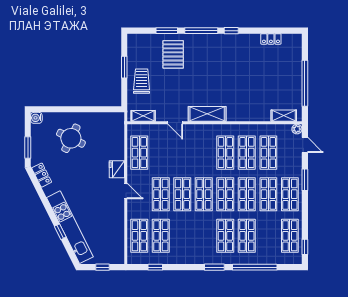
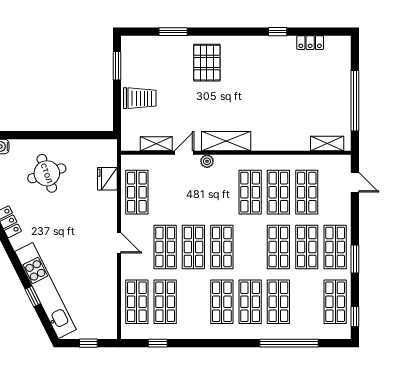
window: (201, 31) -> (218, 32), removed
window: (231, 31) -> (278, 32), moved
pallet: (173, 54) -> (207, 63), moved
window: (124, 67) -> (117, 66), moved
trolley: (142, 81) -> (140, 98), turned 90
shelving: (143, 116) -> (156, 144), moved
door: (175, 123) -> (184, 153), swing flipped
plant: (297, 129) -> (207, 161), moved
round table: (71, 138) -> (47, 173), turned 45
fridge: (117, 169) -> (107, 179), moved
window: (305, 180) -> (355, 259), moved
shop shelf: (225, 194) -> (222, 302), moved
window: (214, 267) -> (236, 343), removed

